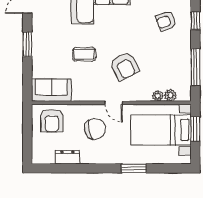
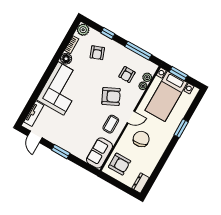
coffee table: (84, 54) -> (111, 124), moved
armchair: (160, 70) -> (127, 75), added
dresser: (67, 157) -> (140, 183), moved

